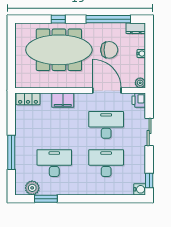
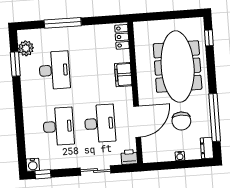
window: (58, 19) -> (209, 38), moved
plant: (140, 83) -> (148, 157), removed

